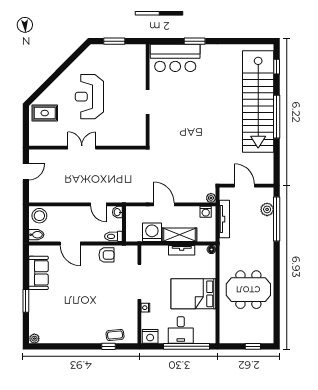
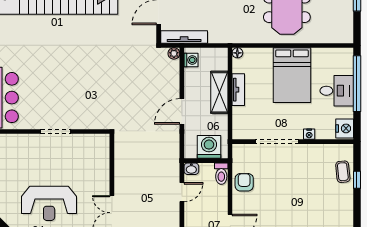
tv unit: (224, 219) -> (184, 37), moved
washing machine: (152, 232) -> (209, 147), moved, turned 90

